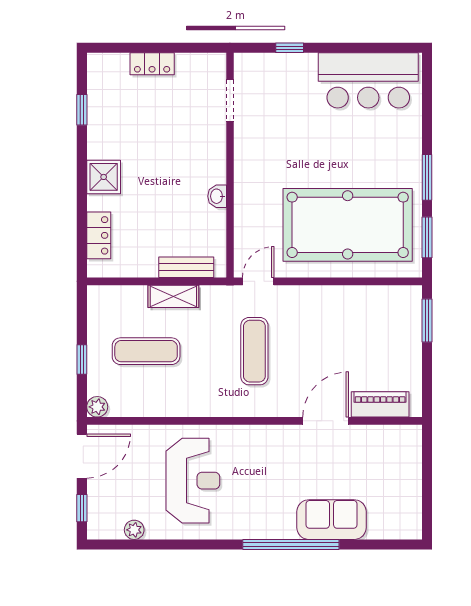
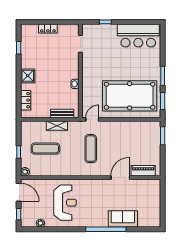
door: (82, 456) -> (19, 192), hinge flipped

